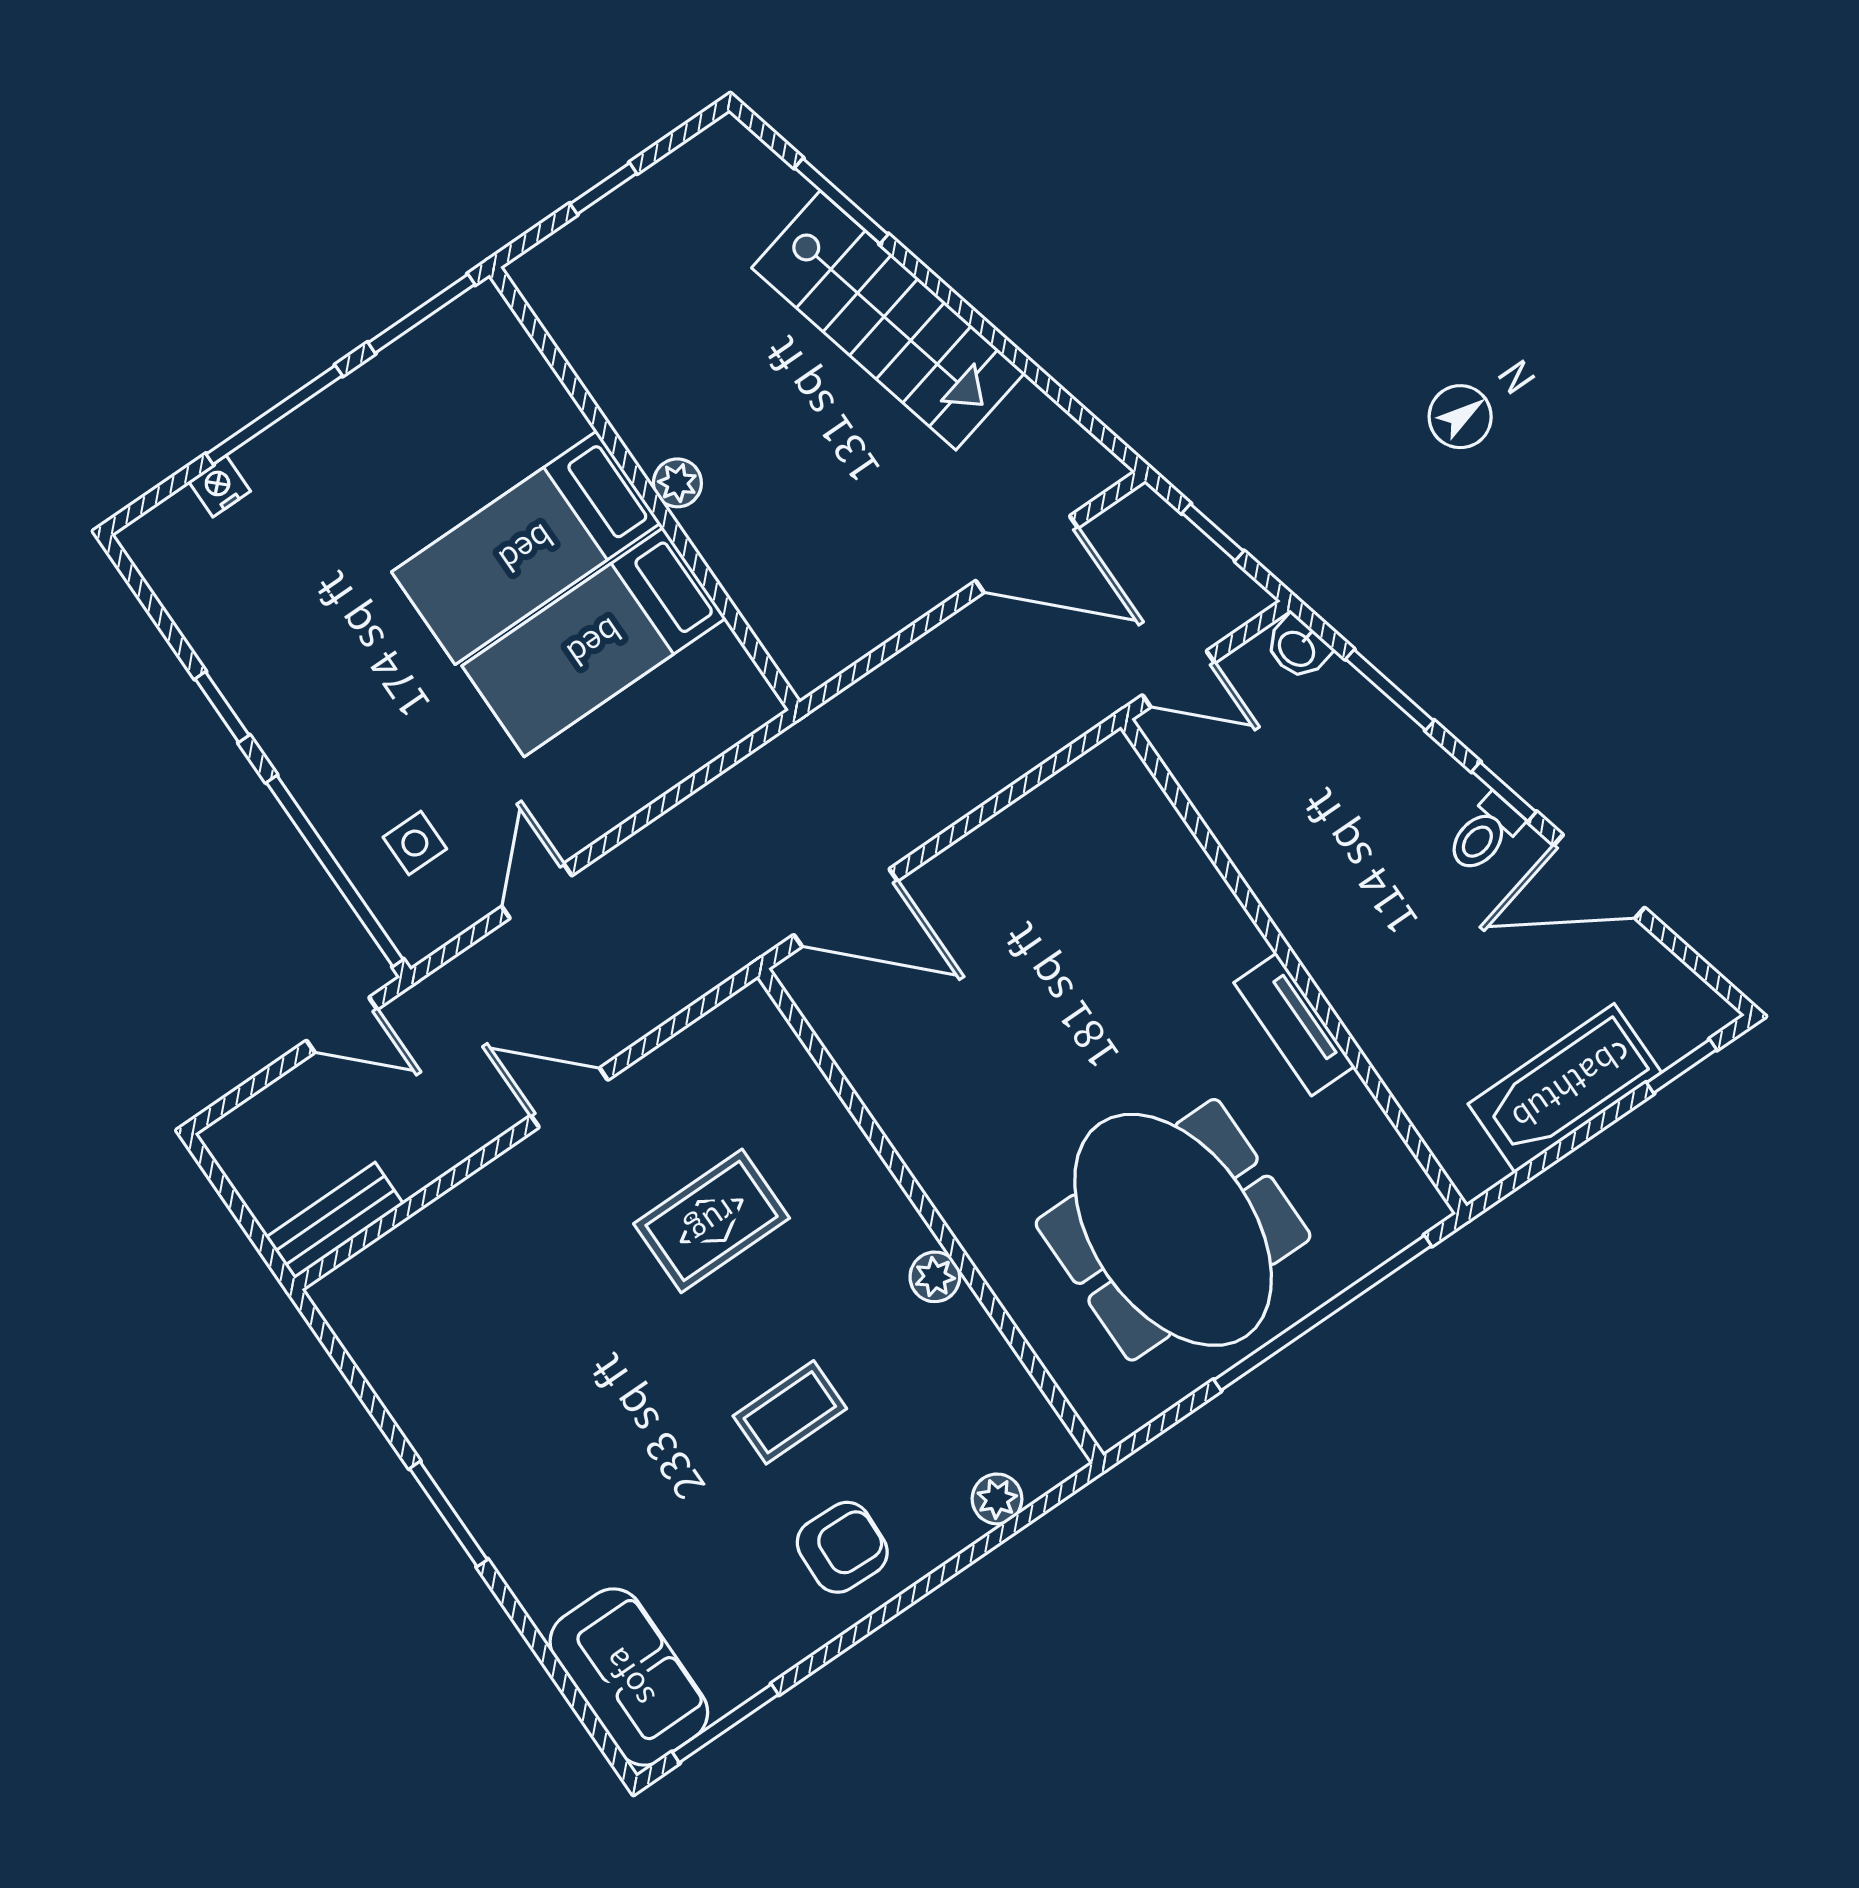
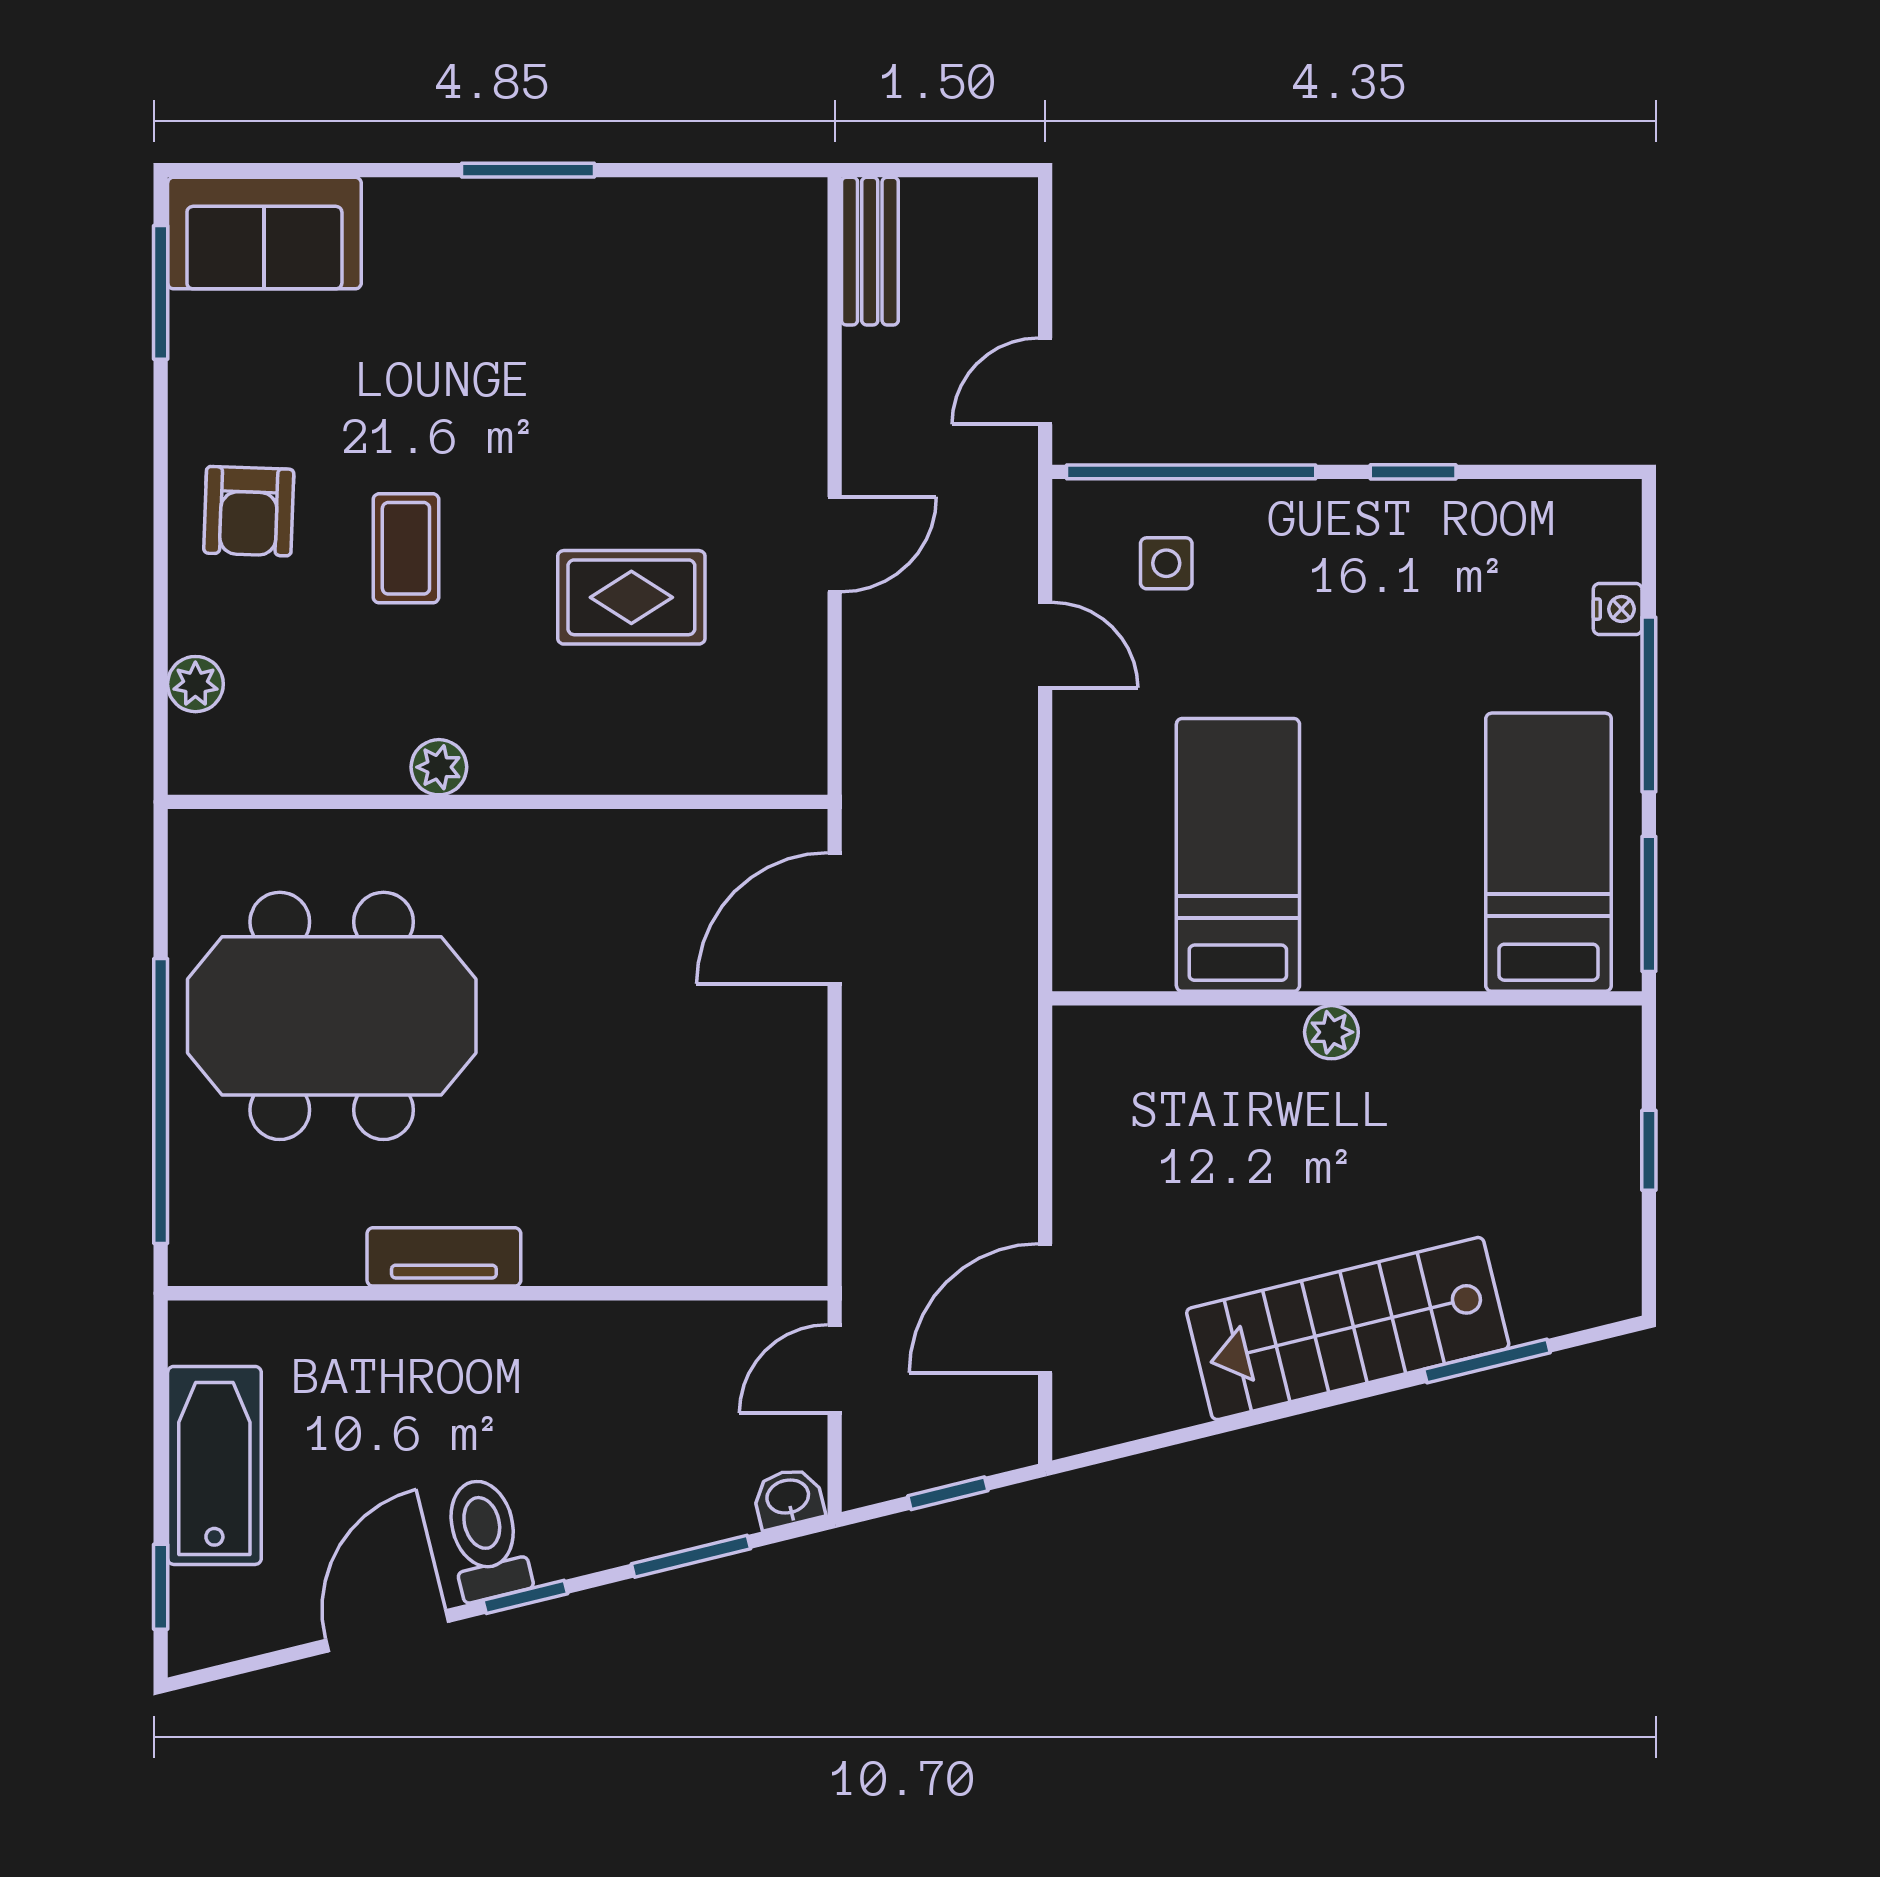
bed: (526, 548) -> (1549, 852), moved
toilet: (1484, 834) -> (486, 1539), width x1.37, depth x1.39
rug: (712, 1221) -> (631, 597), turned 90

